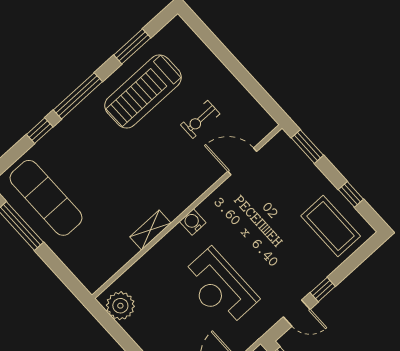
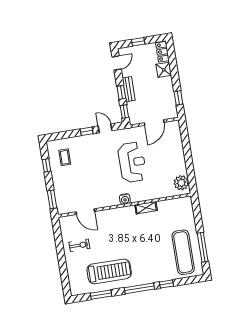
exercise bike: (200, 119) -> (79, 245), moved
coffee table: (331, 226) -> (65, 157), width x0.54, depth x0.58

